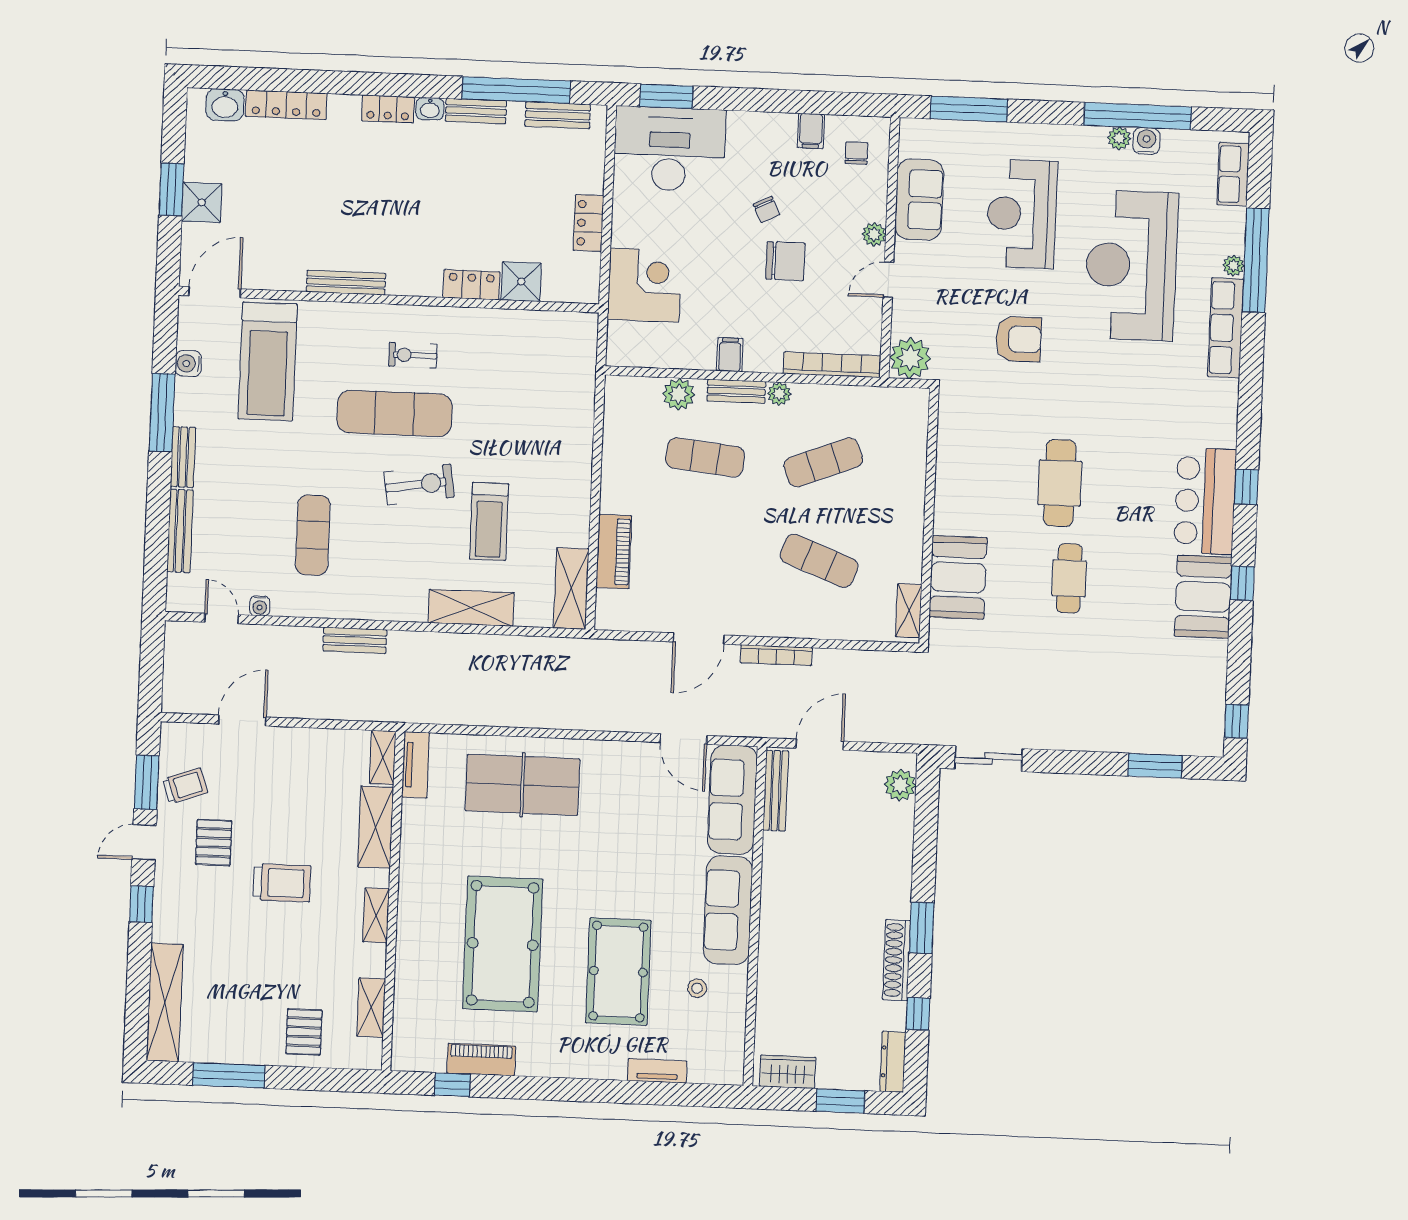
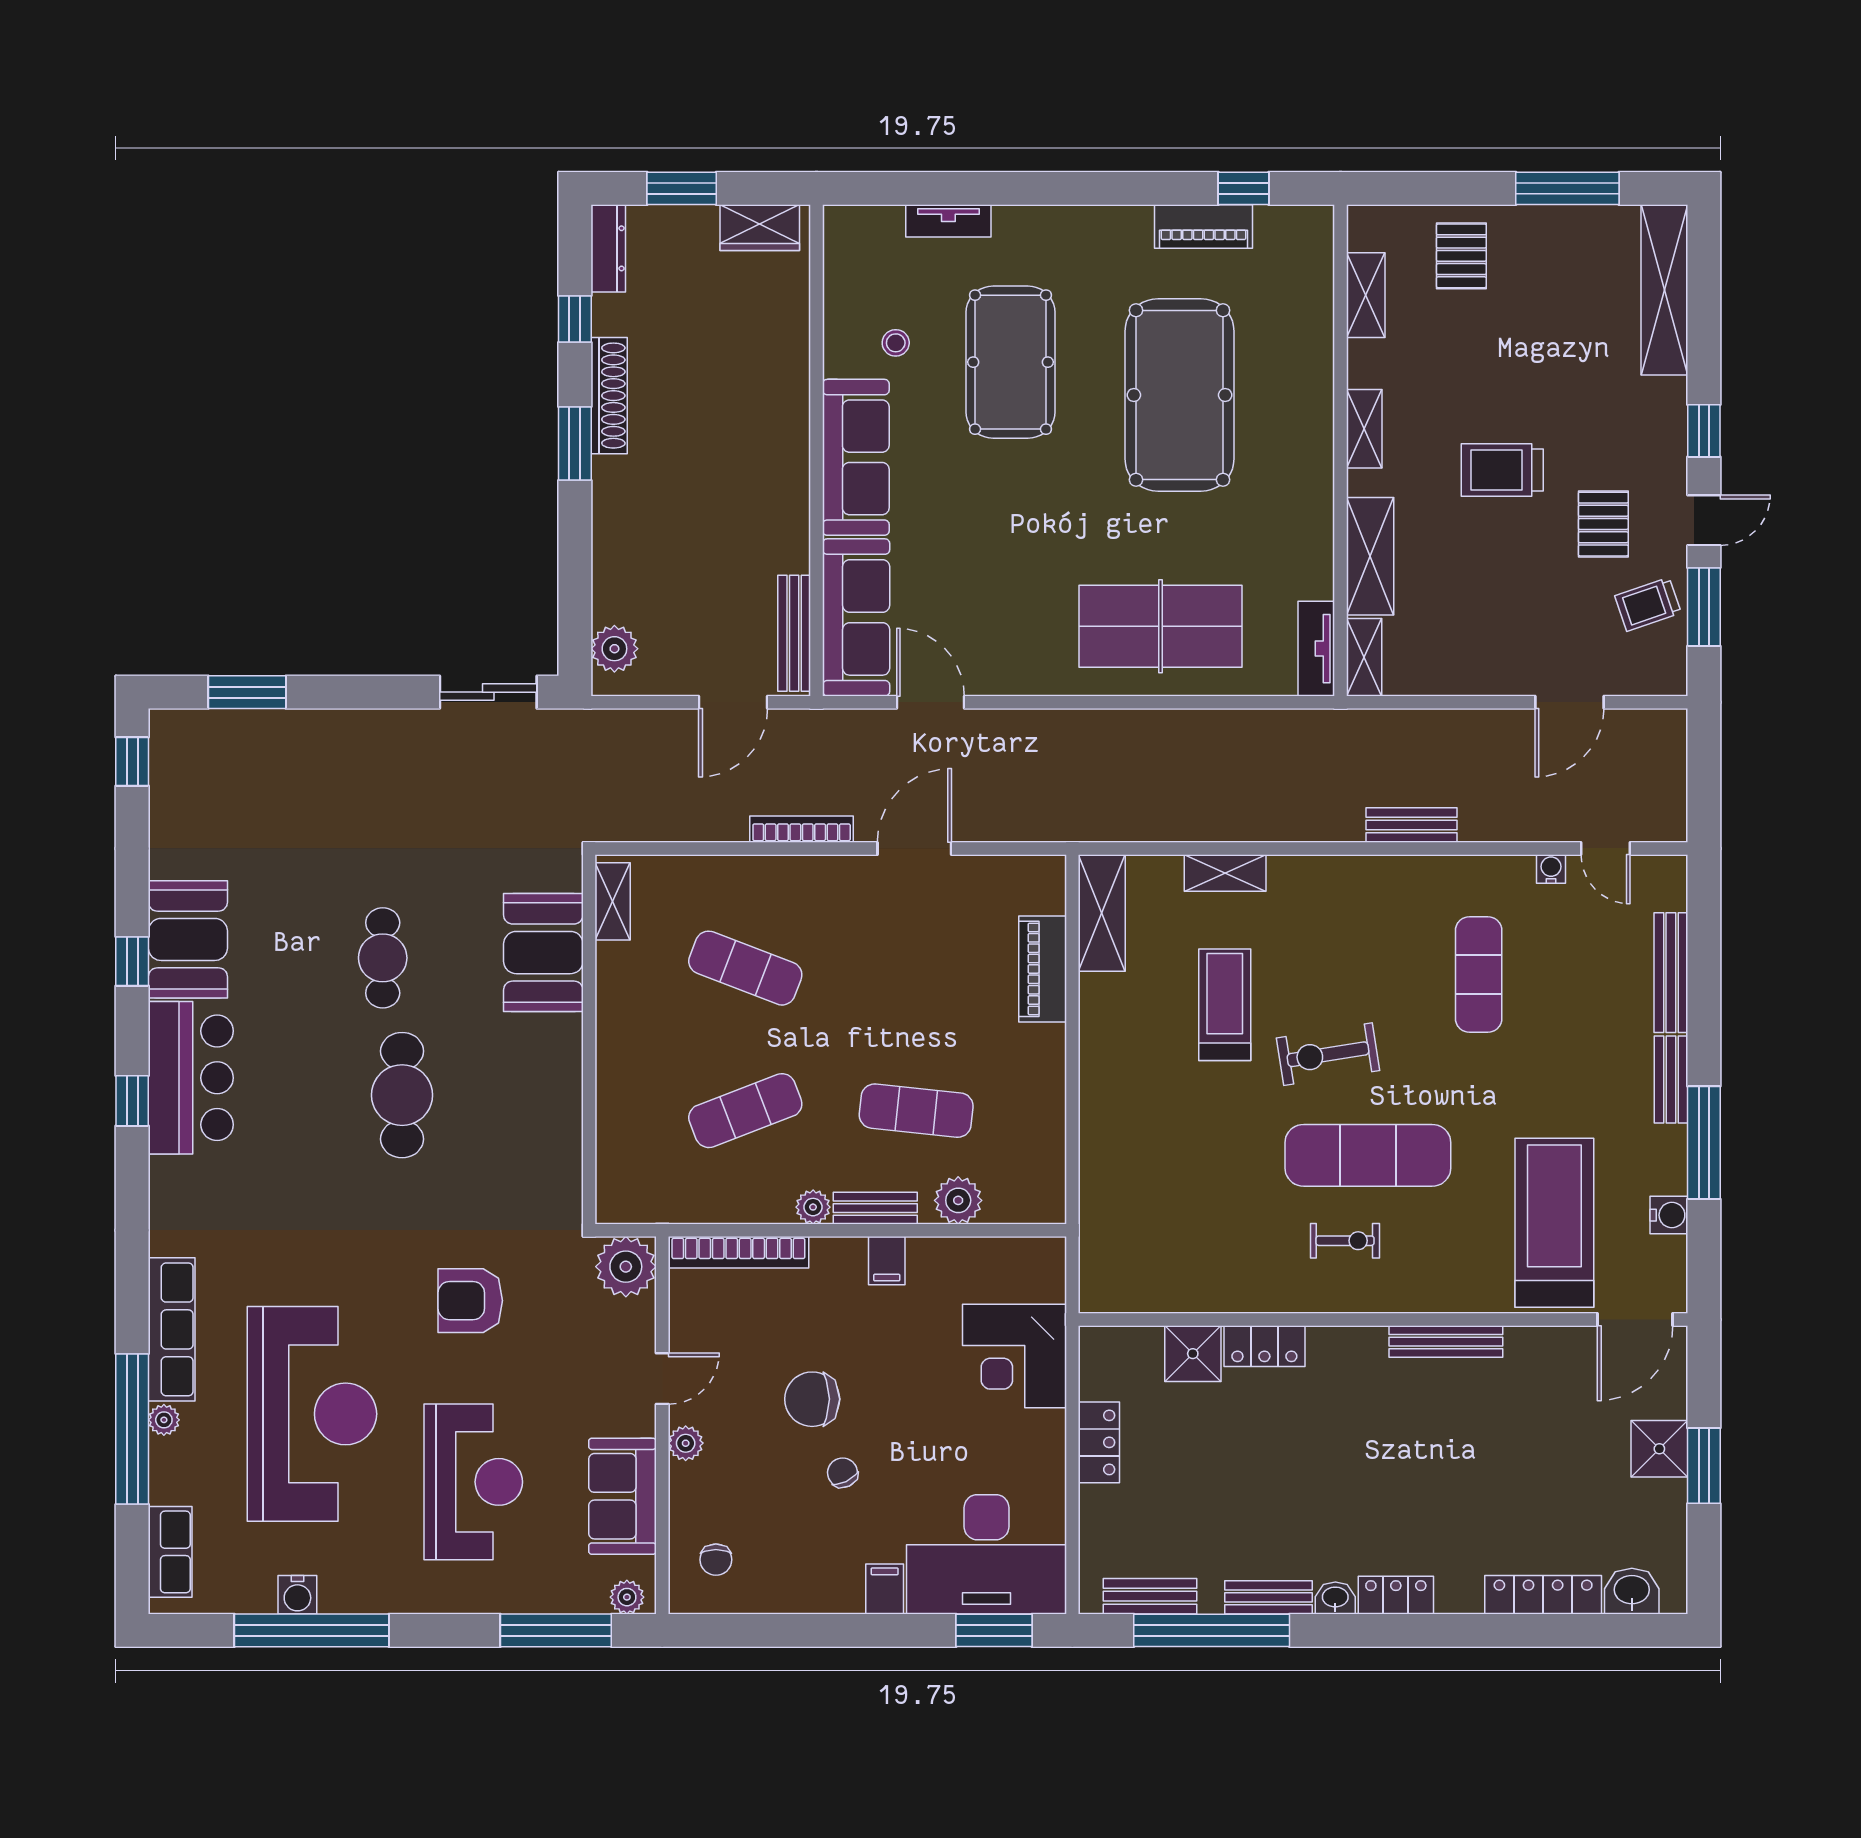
filing cabinet: (811, 131) -> (885, 1589), moved
plant: (1119, 138) -> (627, 1597), moved
shelving: (471, 608) -> (1225, 873), width x0.67, depth x0.75

